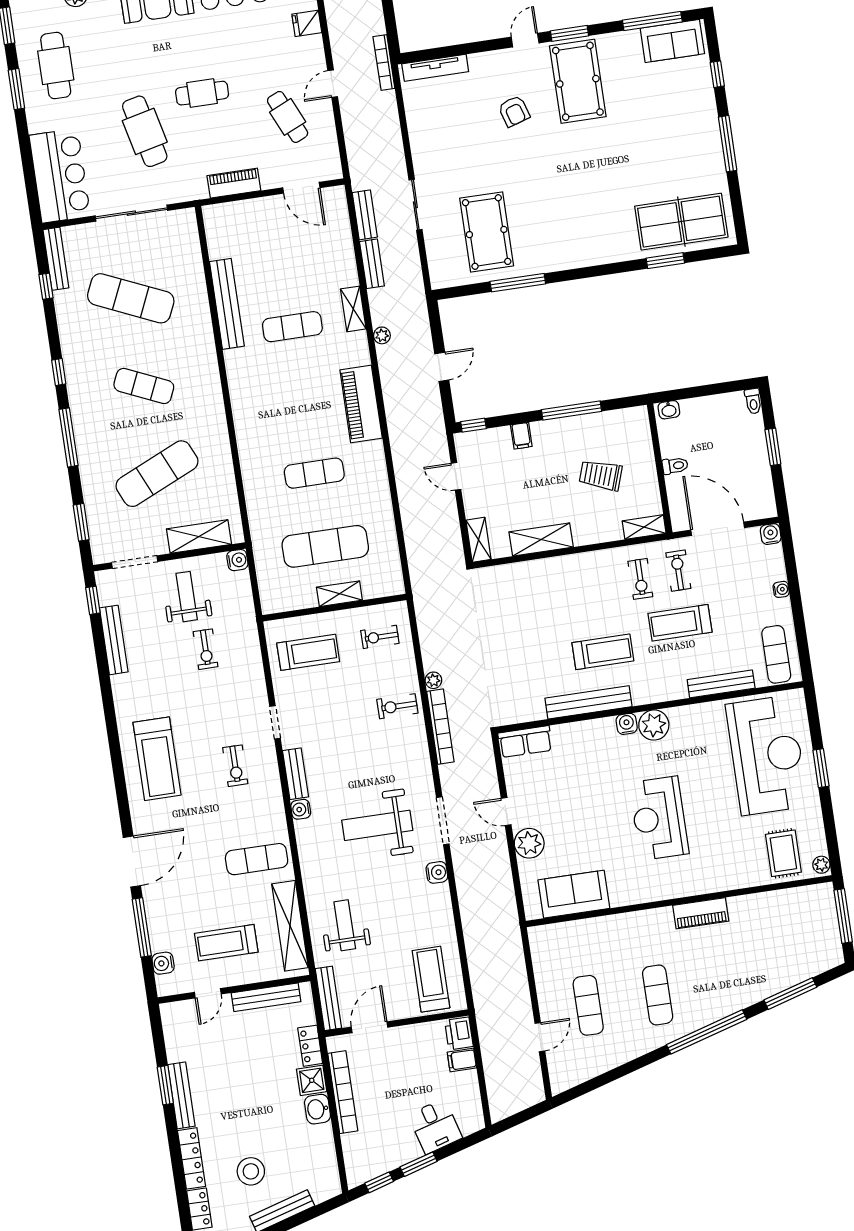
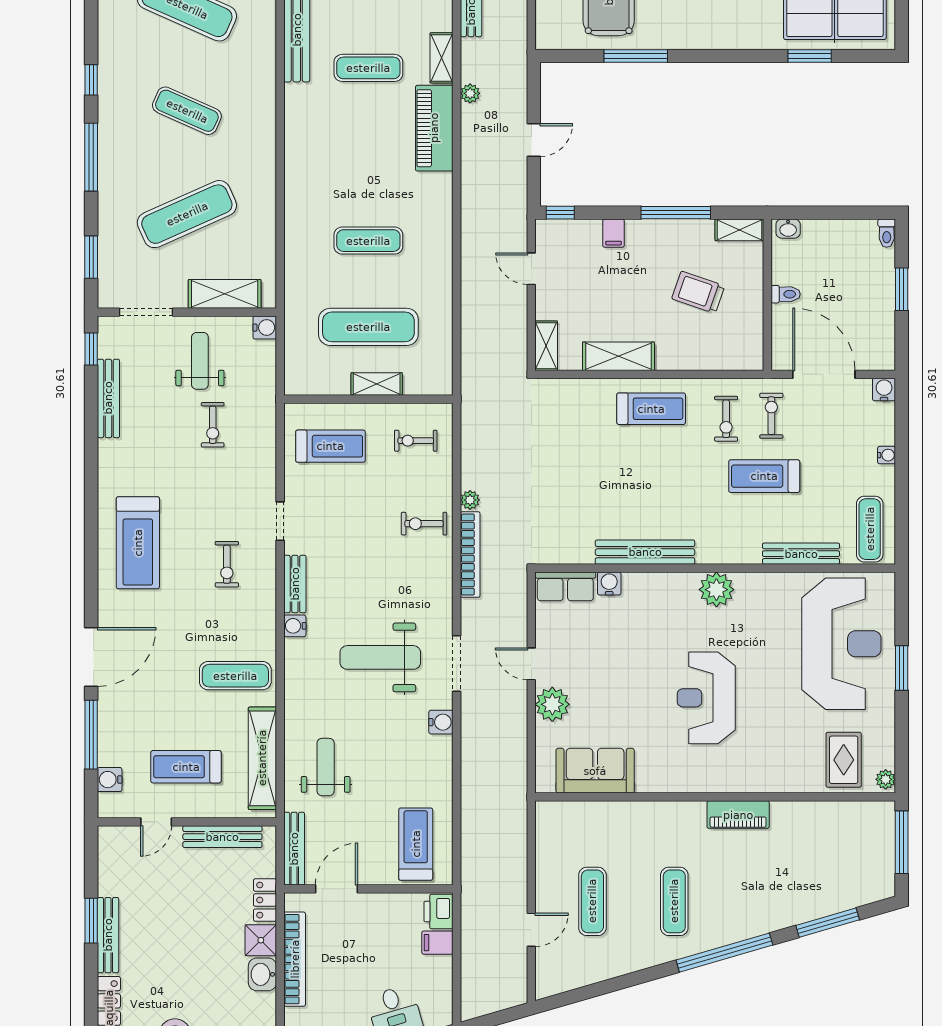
piano: (361, 404) -> (434, 128), moved
shelving: (644, 527) -> (739, 230), moved
treadmill: (603, 652) -> (651, 409), moved
water cooler: (627, 724) -> (609, 584), moved

